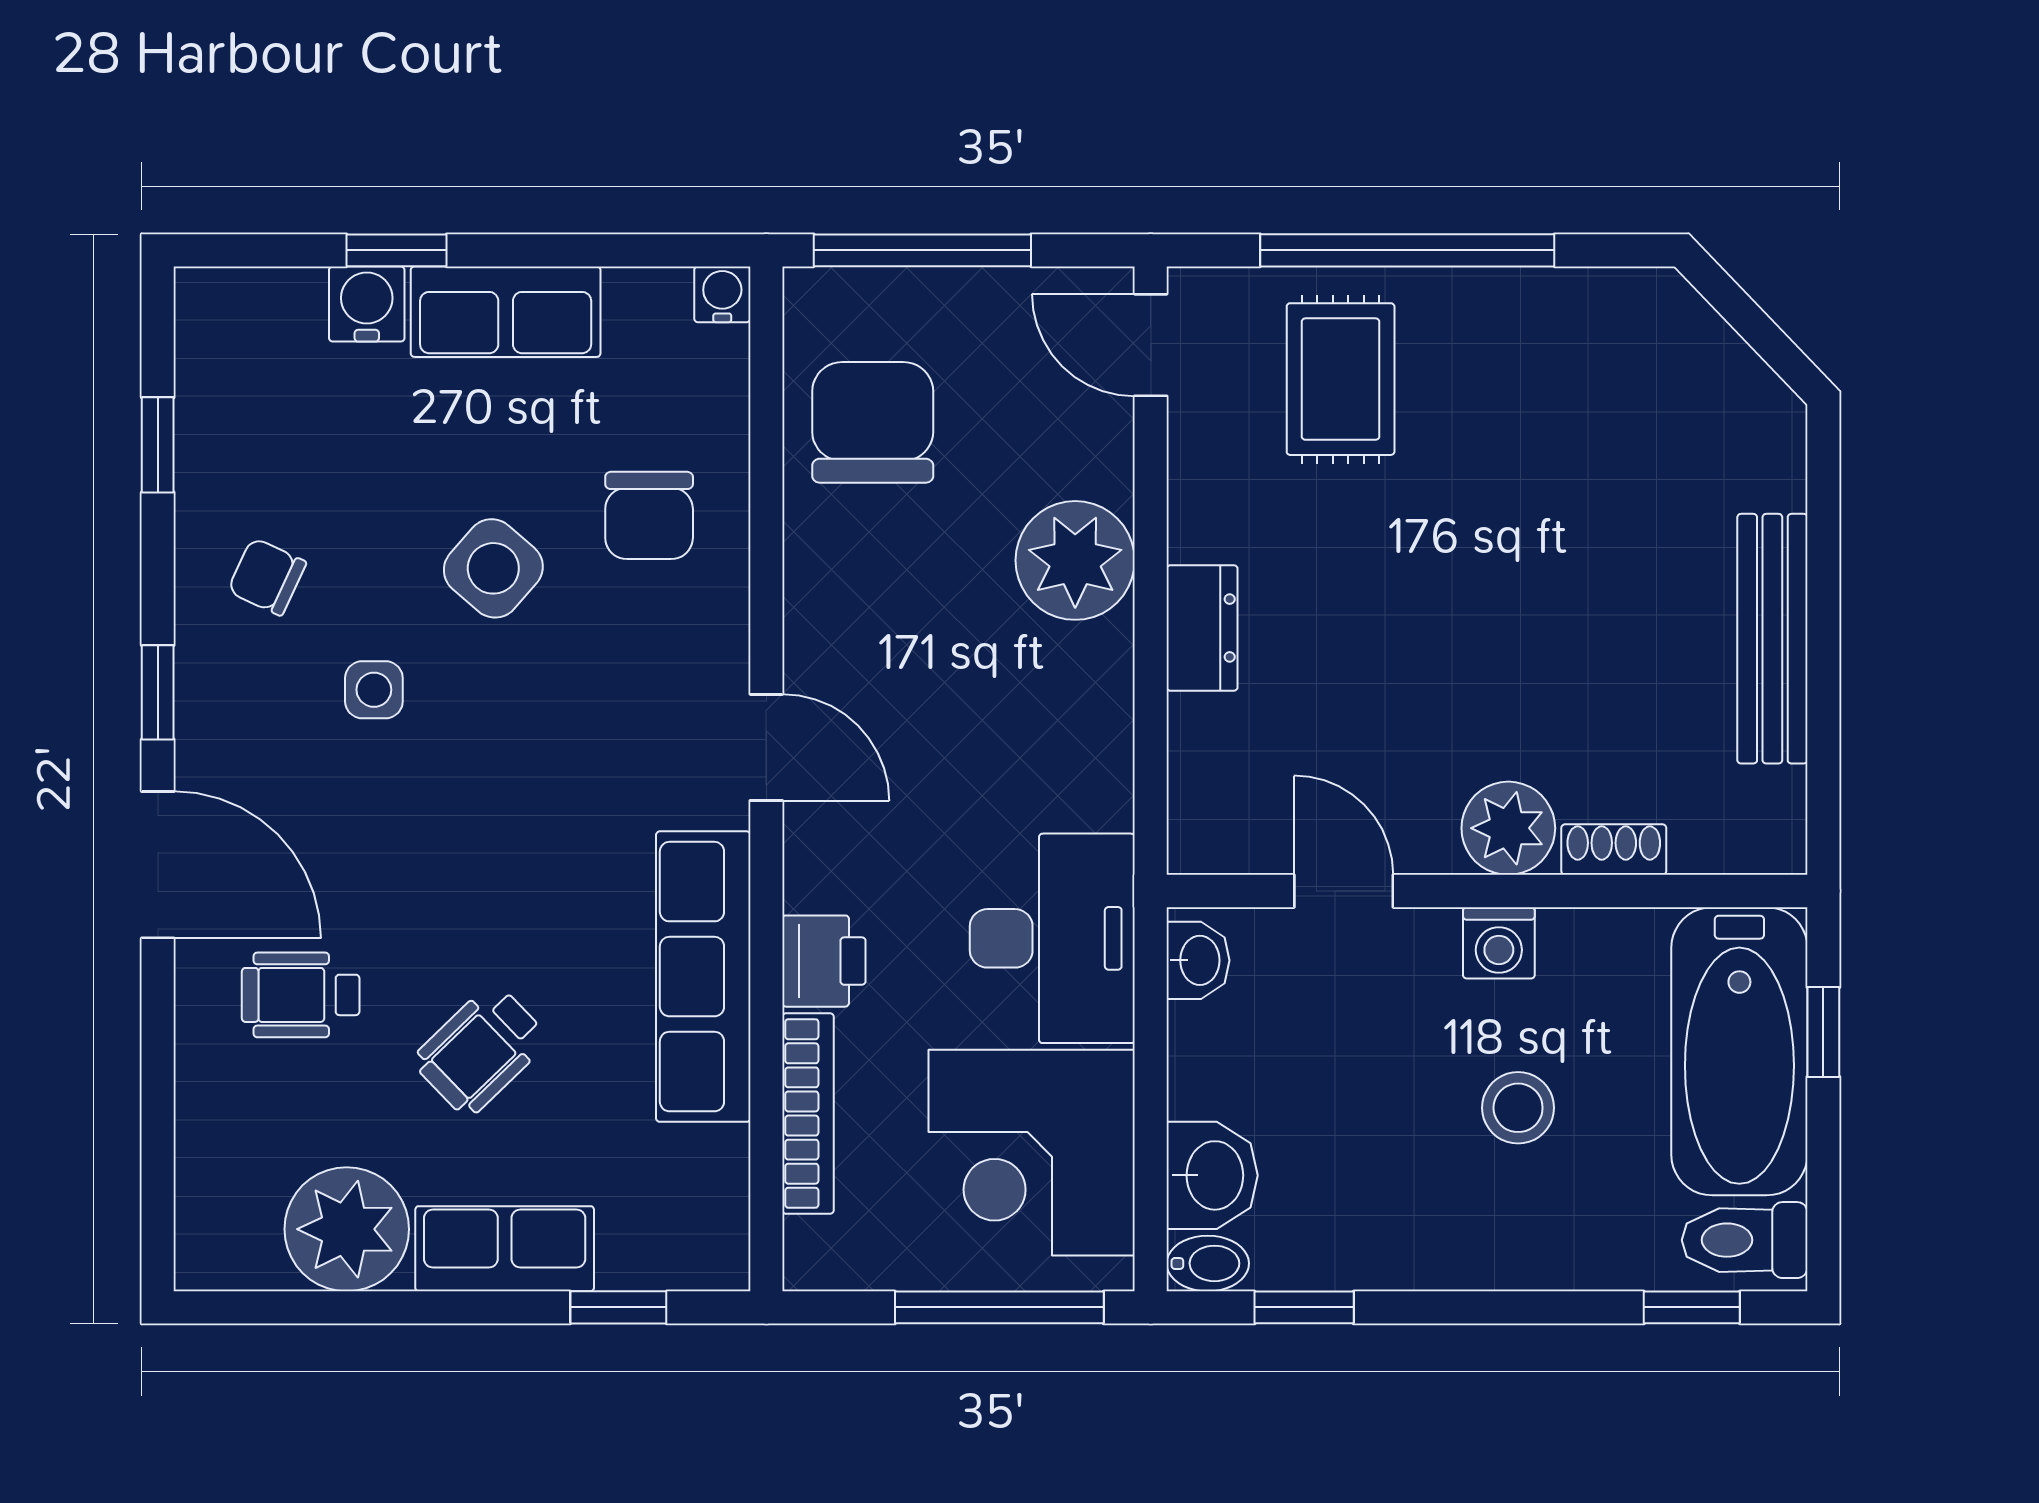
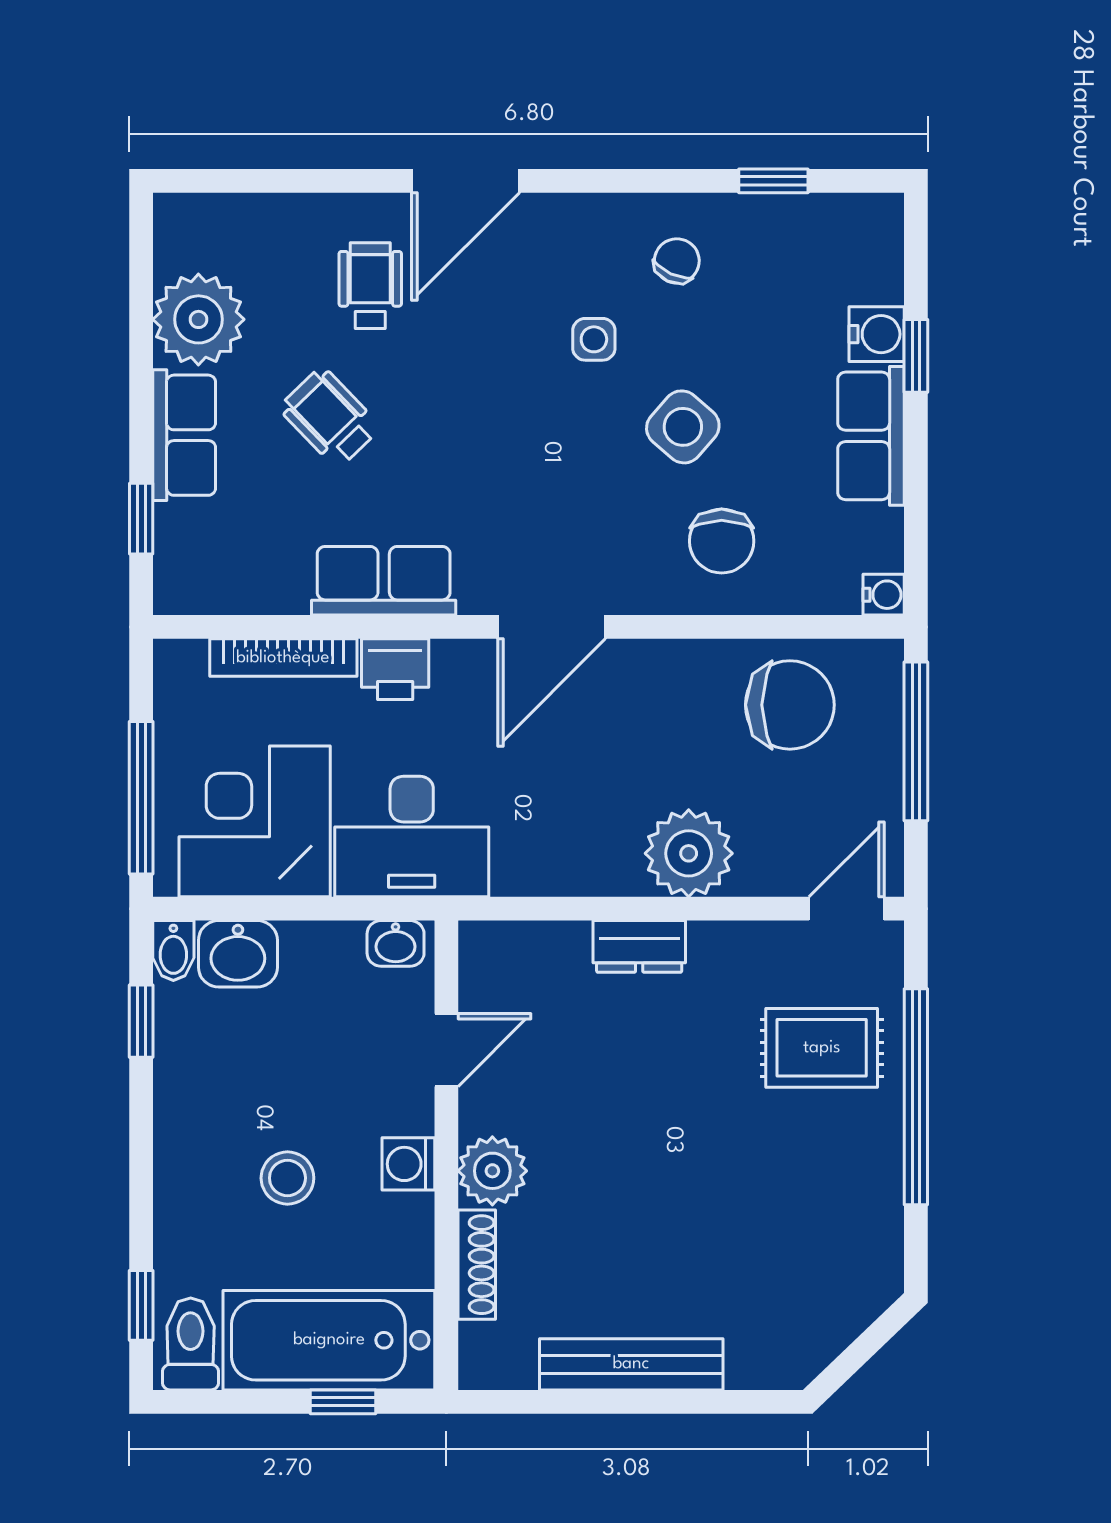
chair: (649, 515) -> (722, 541), turned -90
window: (158, 692) -> (592, 181), removed
door: (766, 747) -> (552, 627), width x1.38
shoe rack: (1614, 850) -> (477, 1265), width x1.43
row of seats: (703, 977) -> (384, 581), width x0.68

